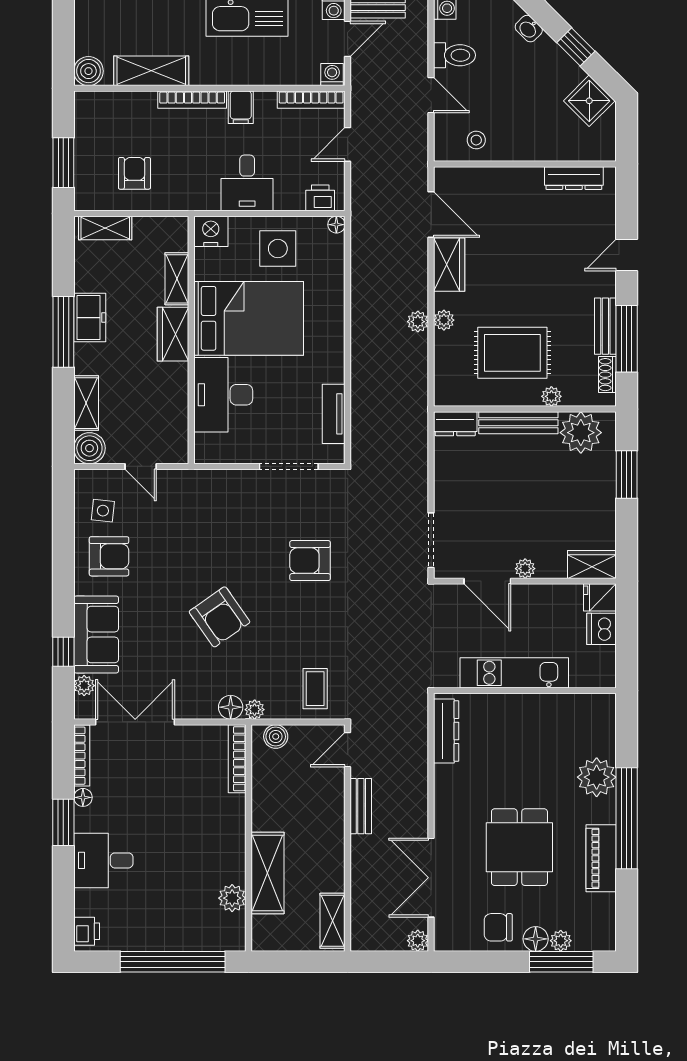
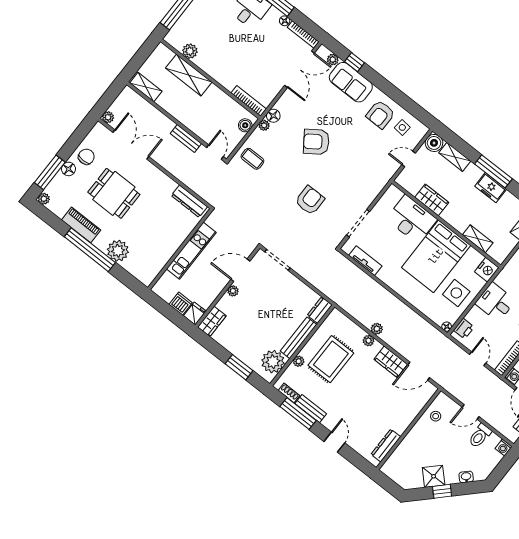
shower: (589, 101) -> (434, 476), moved
wardrobe: (173, 334) -> (432, 200), moved
plant: (561, 941) -> (44, 199), moved

